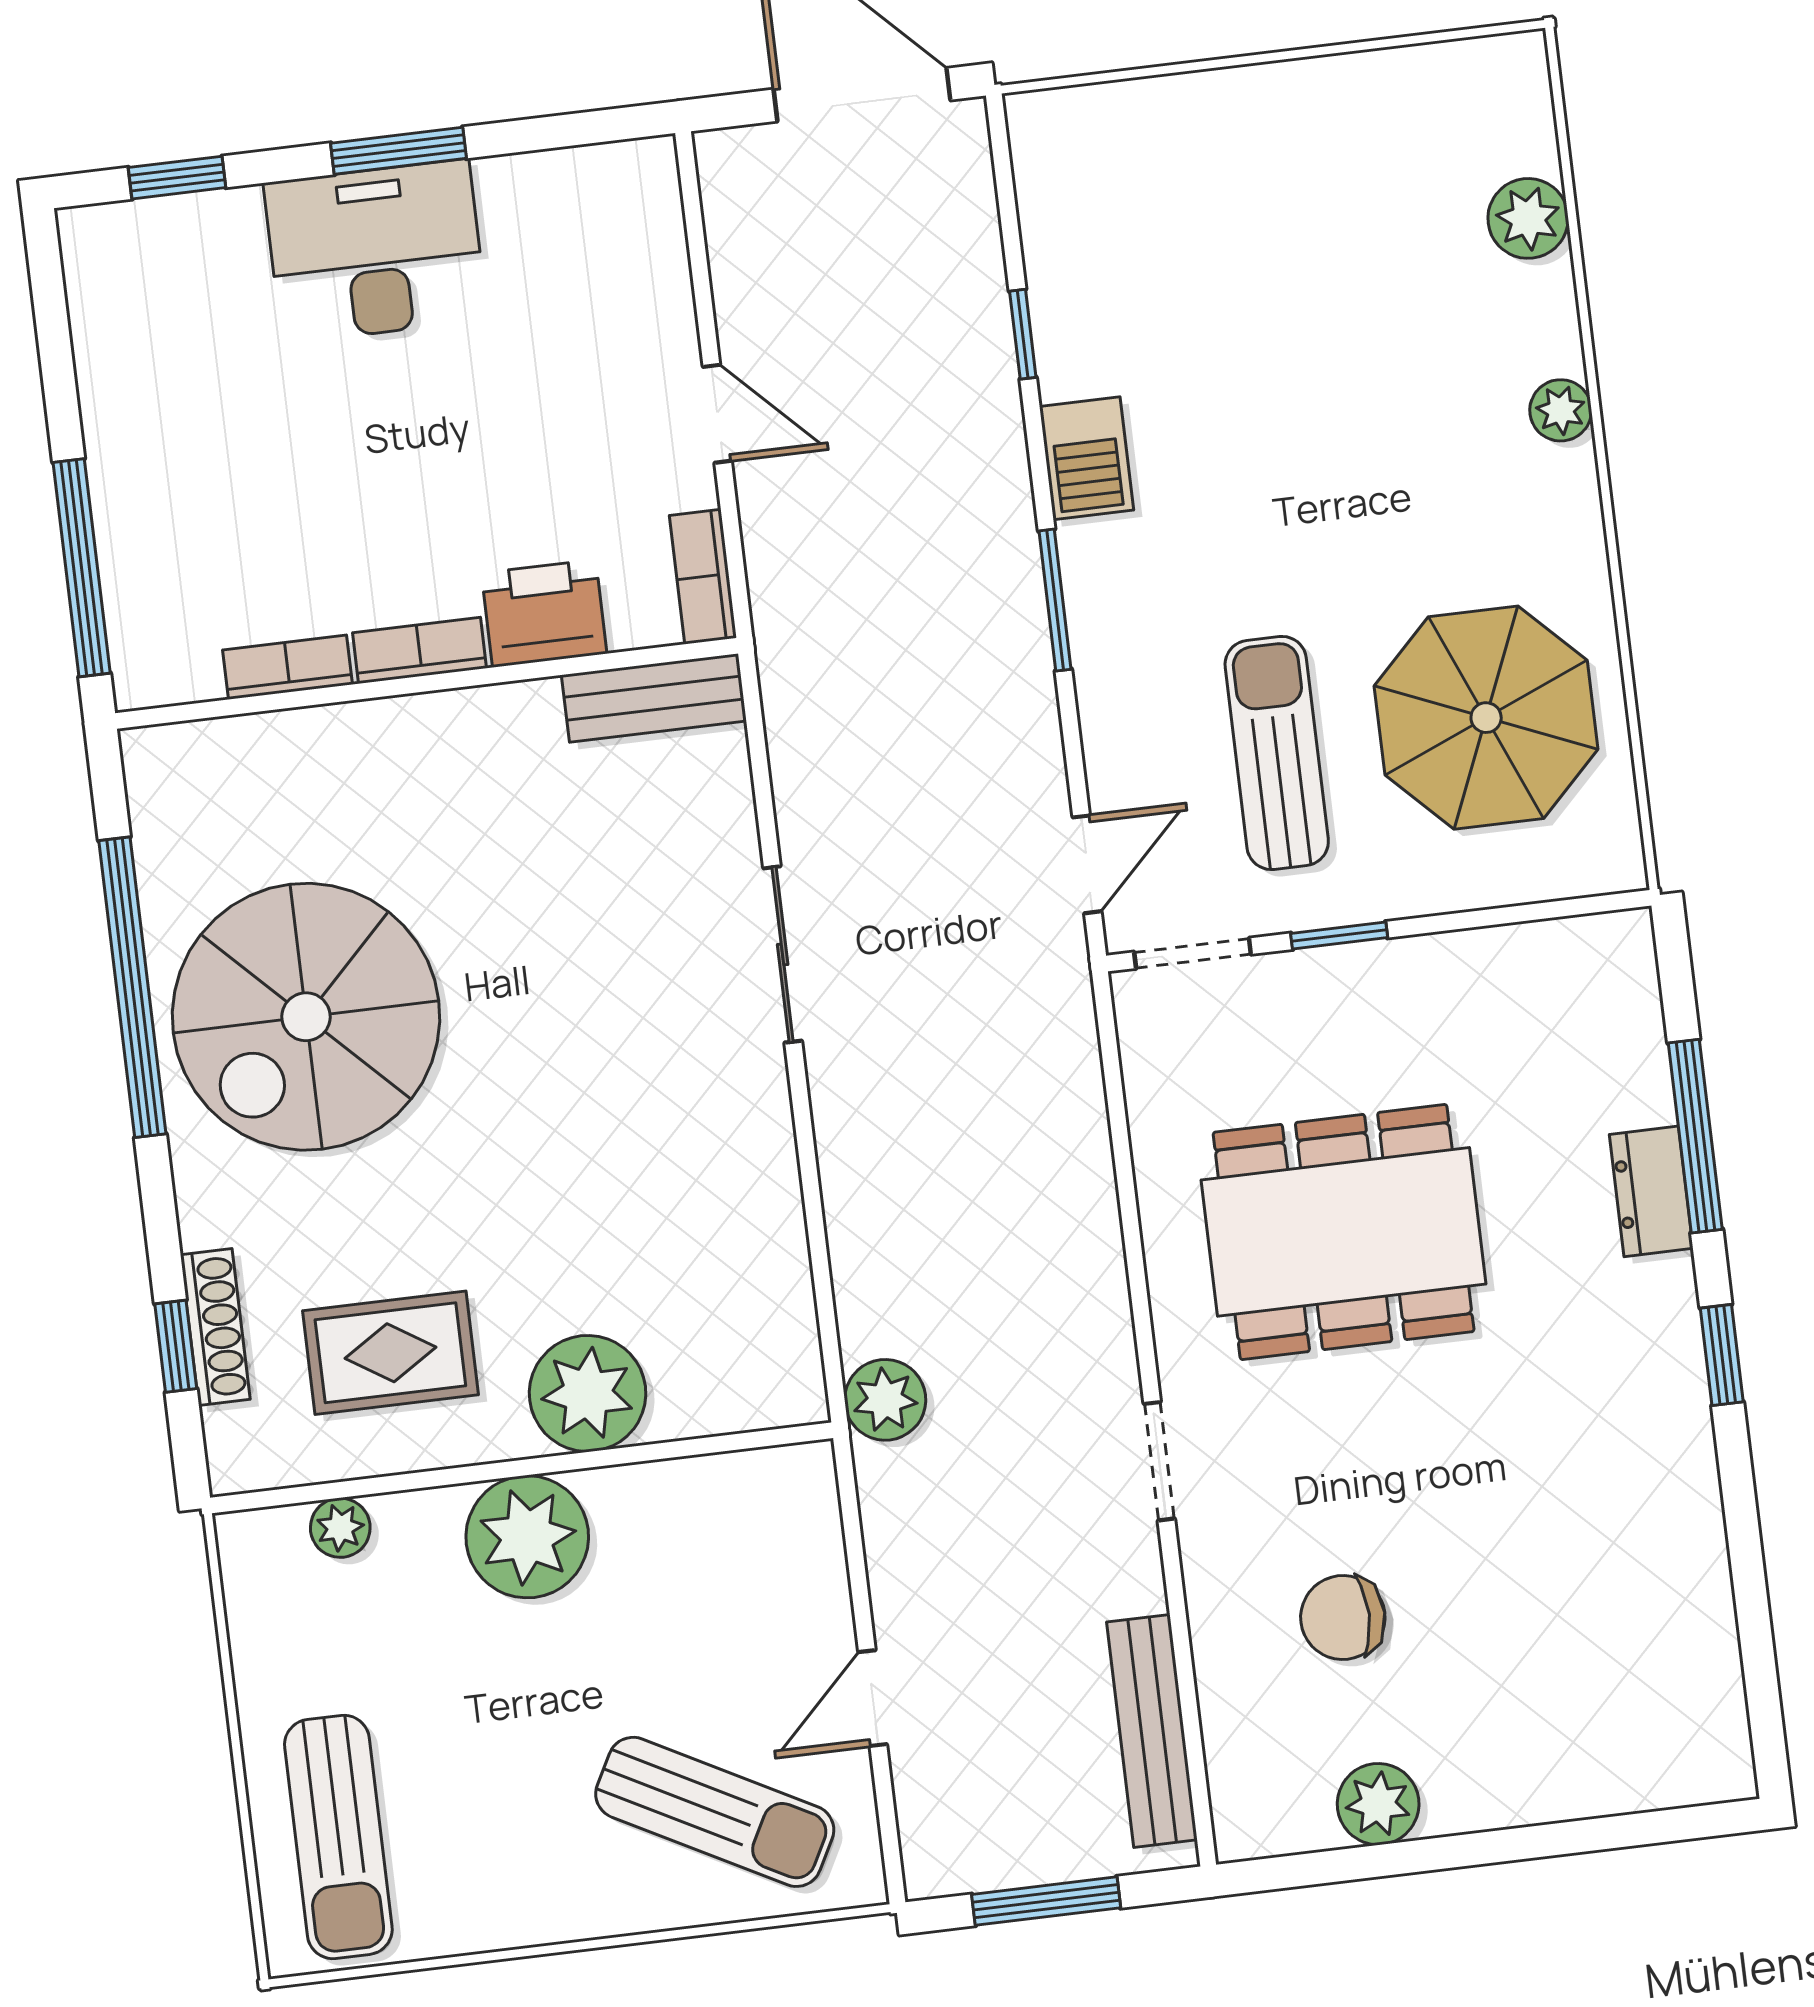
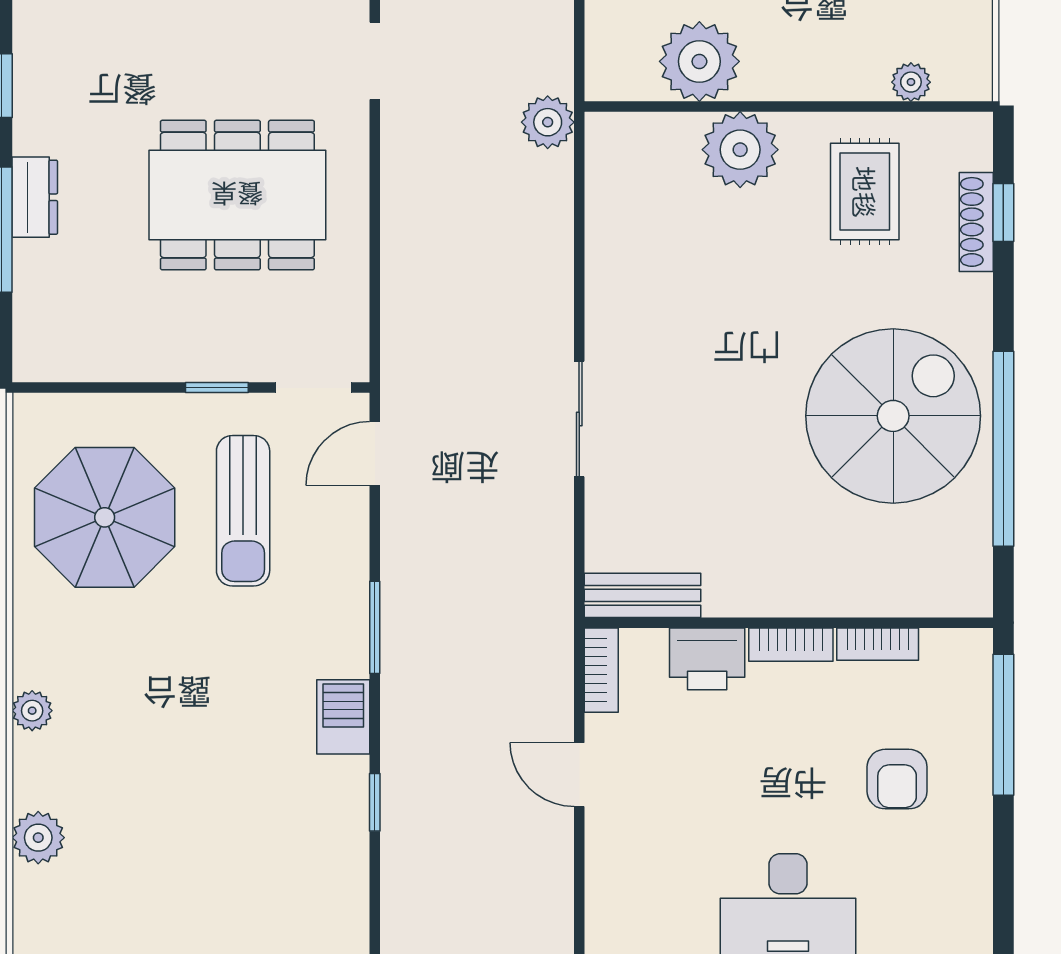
armchair: (233, 465) -> (897, 779), added
rug: (390, 1353) -> (865, 192), turned 90
plant: (527, 1537) -> (699, 61), moved

